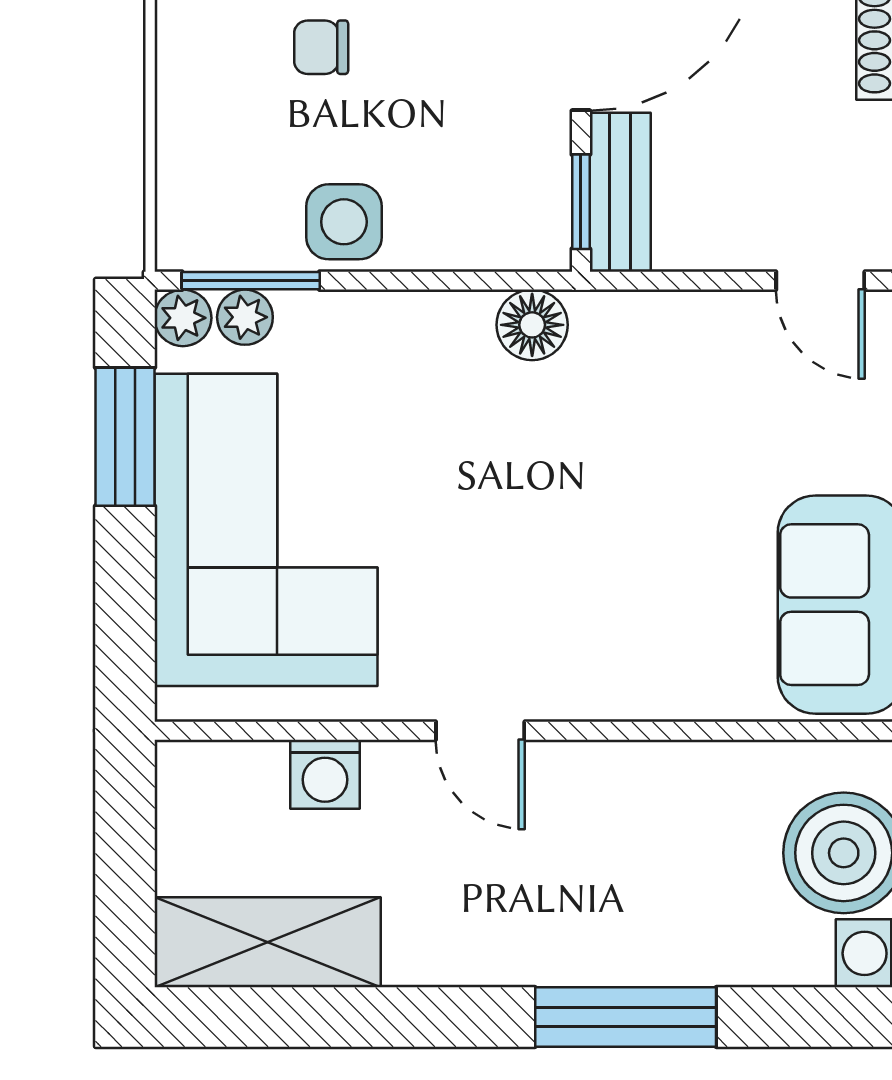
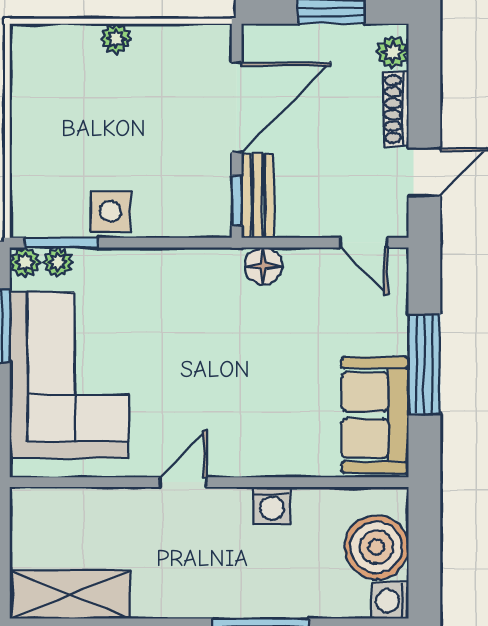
chair: (321, 47) -> (98, 118), removed
floor lamp: (532, 325) -> (264, 266), moved
door: (480, 731) -> (183, 482), swing flipped
washing machine: (325, 774) -> (272, 505), moved

